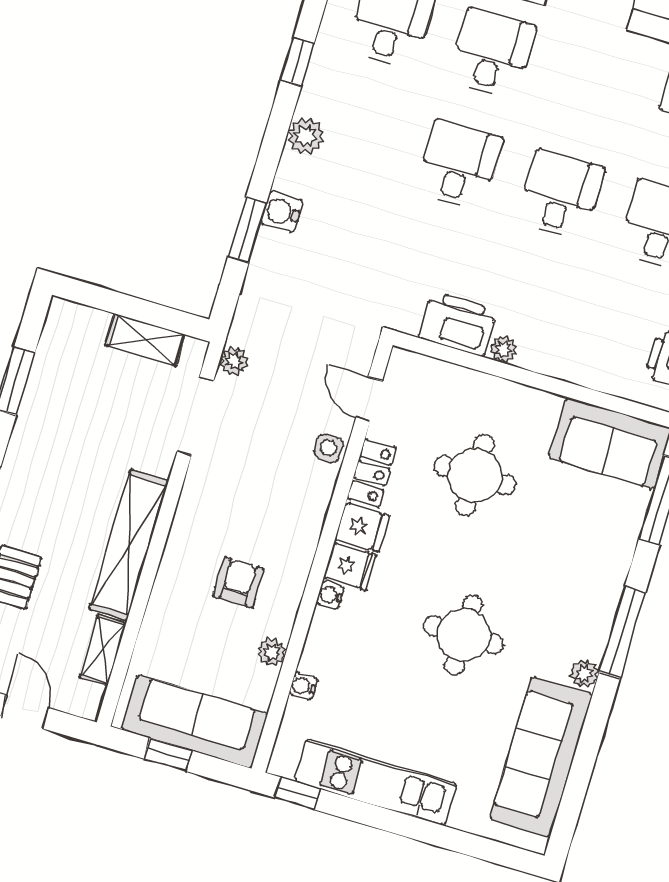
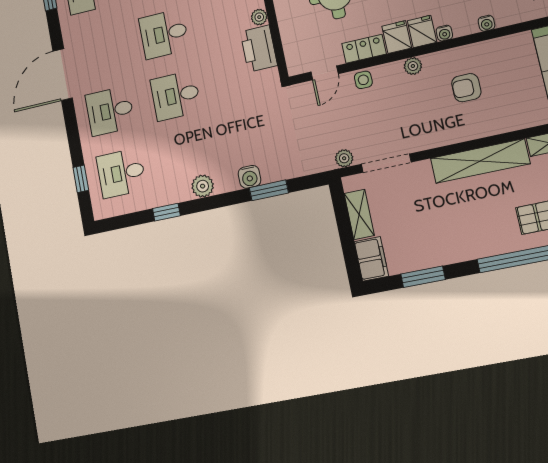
filing cabinet: (76, 324) -> (371, 259), added
plant: (272, 652) -> (413, 66), moved
water cooler: (303, 686) -> (486, 23), moved

